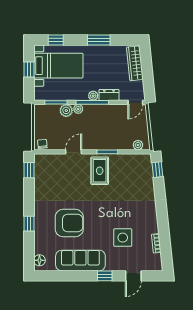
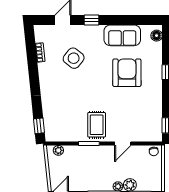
armchair: (69, 223) -> (127, 73), turned 90
side table: (123, 238) -> (74, 58), turned 38
sofa: (80, 261) -> (122, 35), width x0.73

